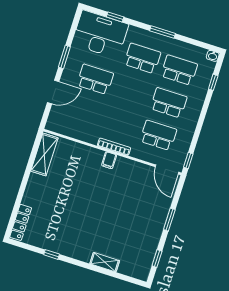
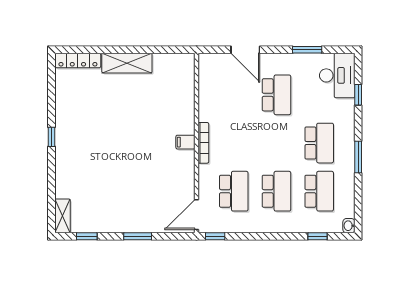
desk: (100, 34) -> (337, 75), width x0.73, depth x0.77
window: (64, 57) -> (307, 50), moved
shelving: (44, 154) -> (127, 63), moved
window: (52, 254) -> (51, 137), moved
shelving: (105, 262) -> (62, 216), moved

